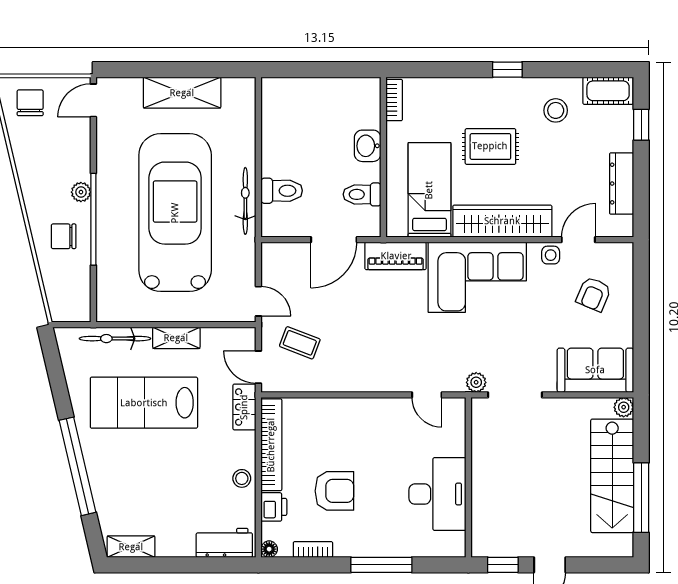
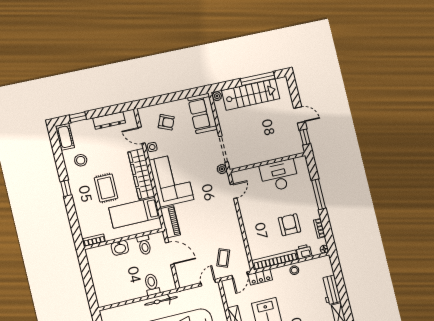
workbench: (224, 543) -> (331, 290), moved

